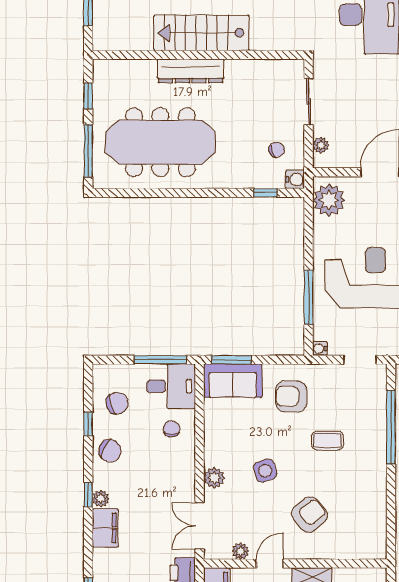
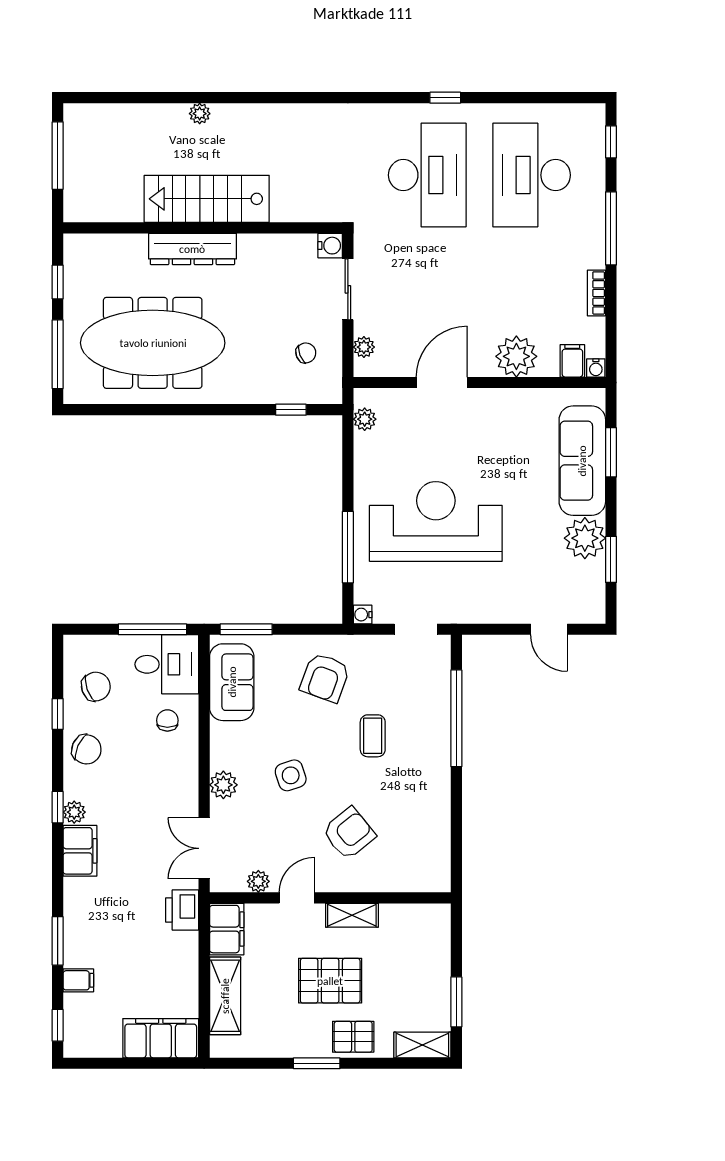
water cooler: (295, 179) -> (330, 246), moved
plant: (329, 200) -> (365, 419), width x0.53, depth x0.53
sofa: (233, 381) -> (232, 682), moved, turned -90
armchair: (291, 396) -> (325, 678), turned -70
coffee table: (327, 441) -> (373, 736), turned 90

